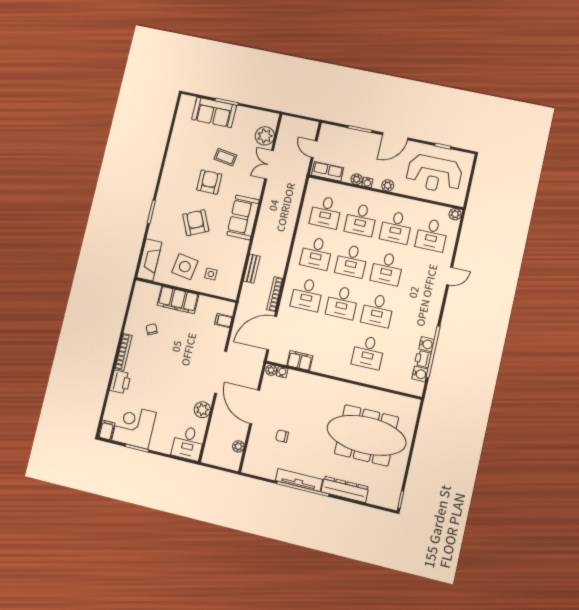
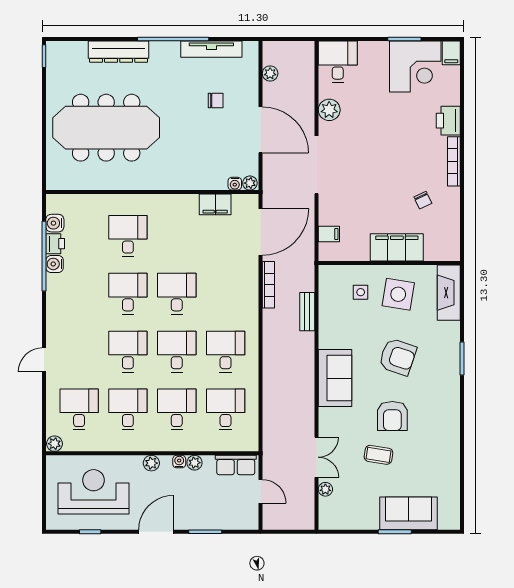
plant: (265, 136) -> (325, 489), width x0.53, depth x0.53
armchair: (196, 223) -> (398, 357), turned -46
desk: (307, 294) -> (226, 294), removed
tv unit: (299, 480) -> (211, 49), moved

